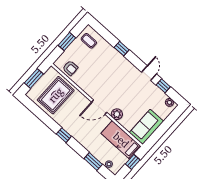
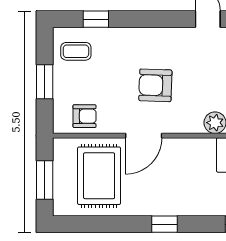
window: (122, 49) -> (96, 19), moved
armchair: (107, 80) -> (155, 85), added
door: (99, 107) -> (144, 136), moved

